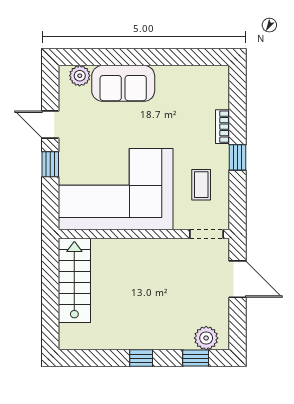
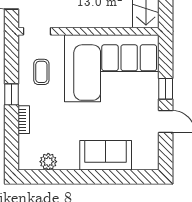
plant: (80, 76) -> (48, 162), moved

